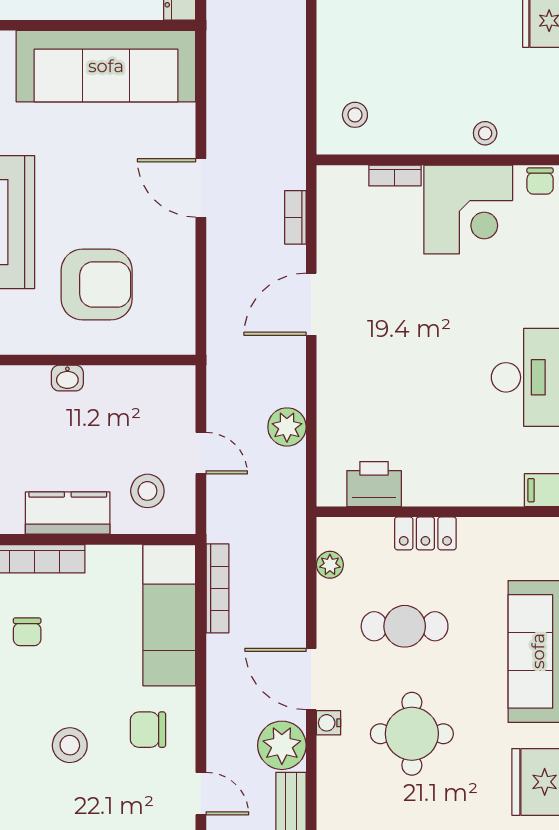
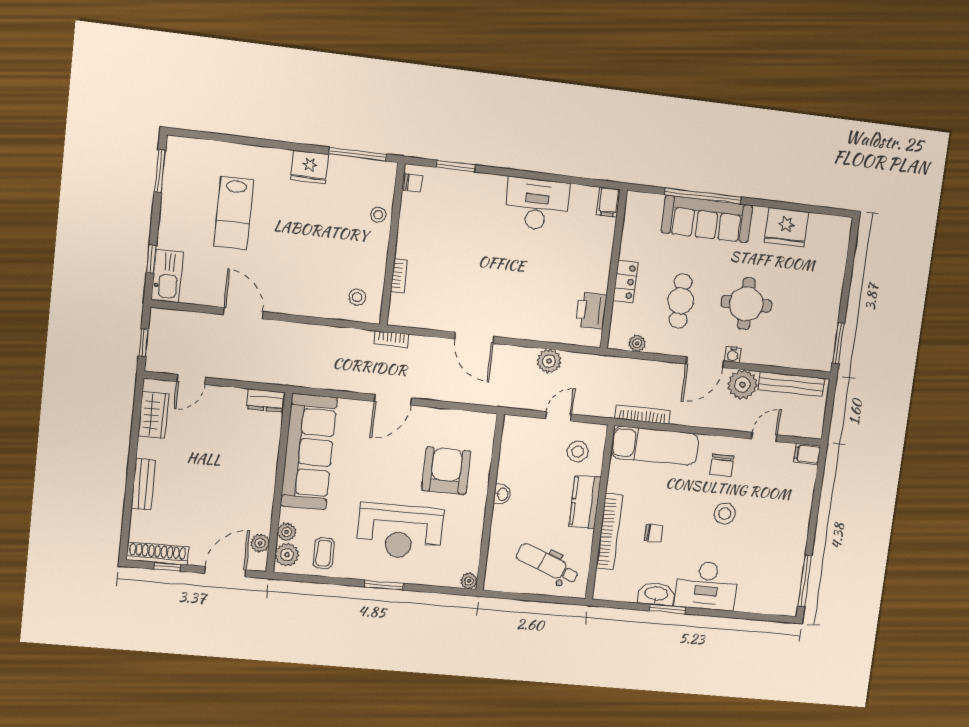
corner desk: (468, 209) -> (426, 231), removed
bookcase: (295, 217) -> (391, 339), moved

